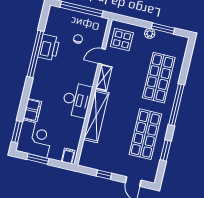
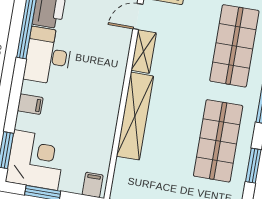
desk: (77, 100) -> (48, 56), moved, turned 180
filing cabinet: (32, 110) -> (30, 104), width x0.50

